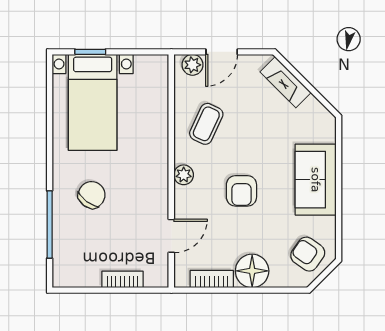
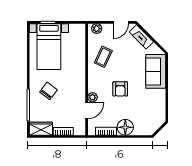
door: (222, 52) -> (121, 22), moved
plant: (184, 175) -> (92, 97), moved
sofa: (316, 180) -> (156, 71), moved
armchair: (308, 254) -> (152, 119), removed
wardrobe: (76, 274) -> (41, 129), added

